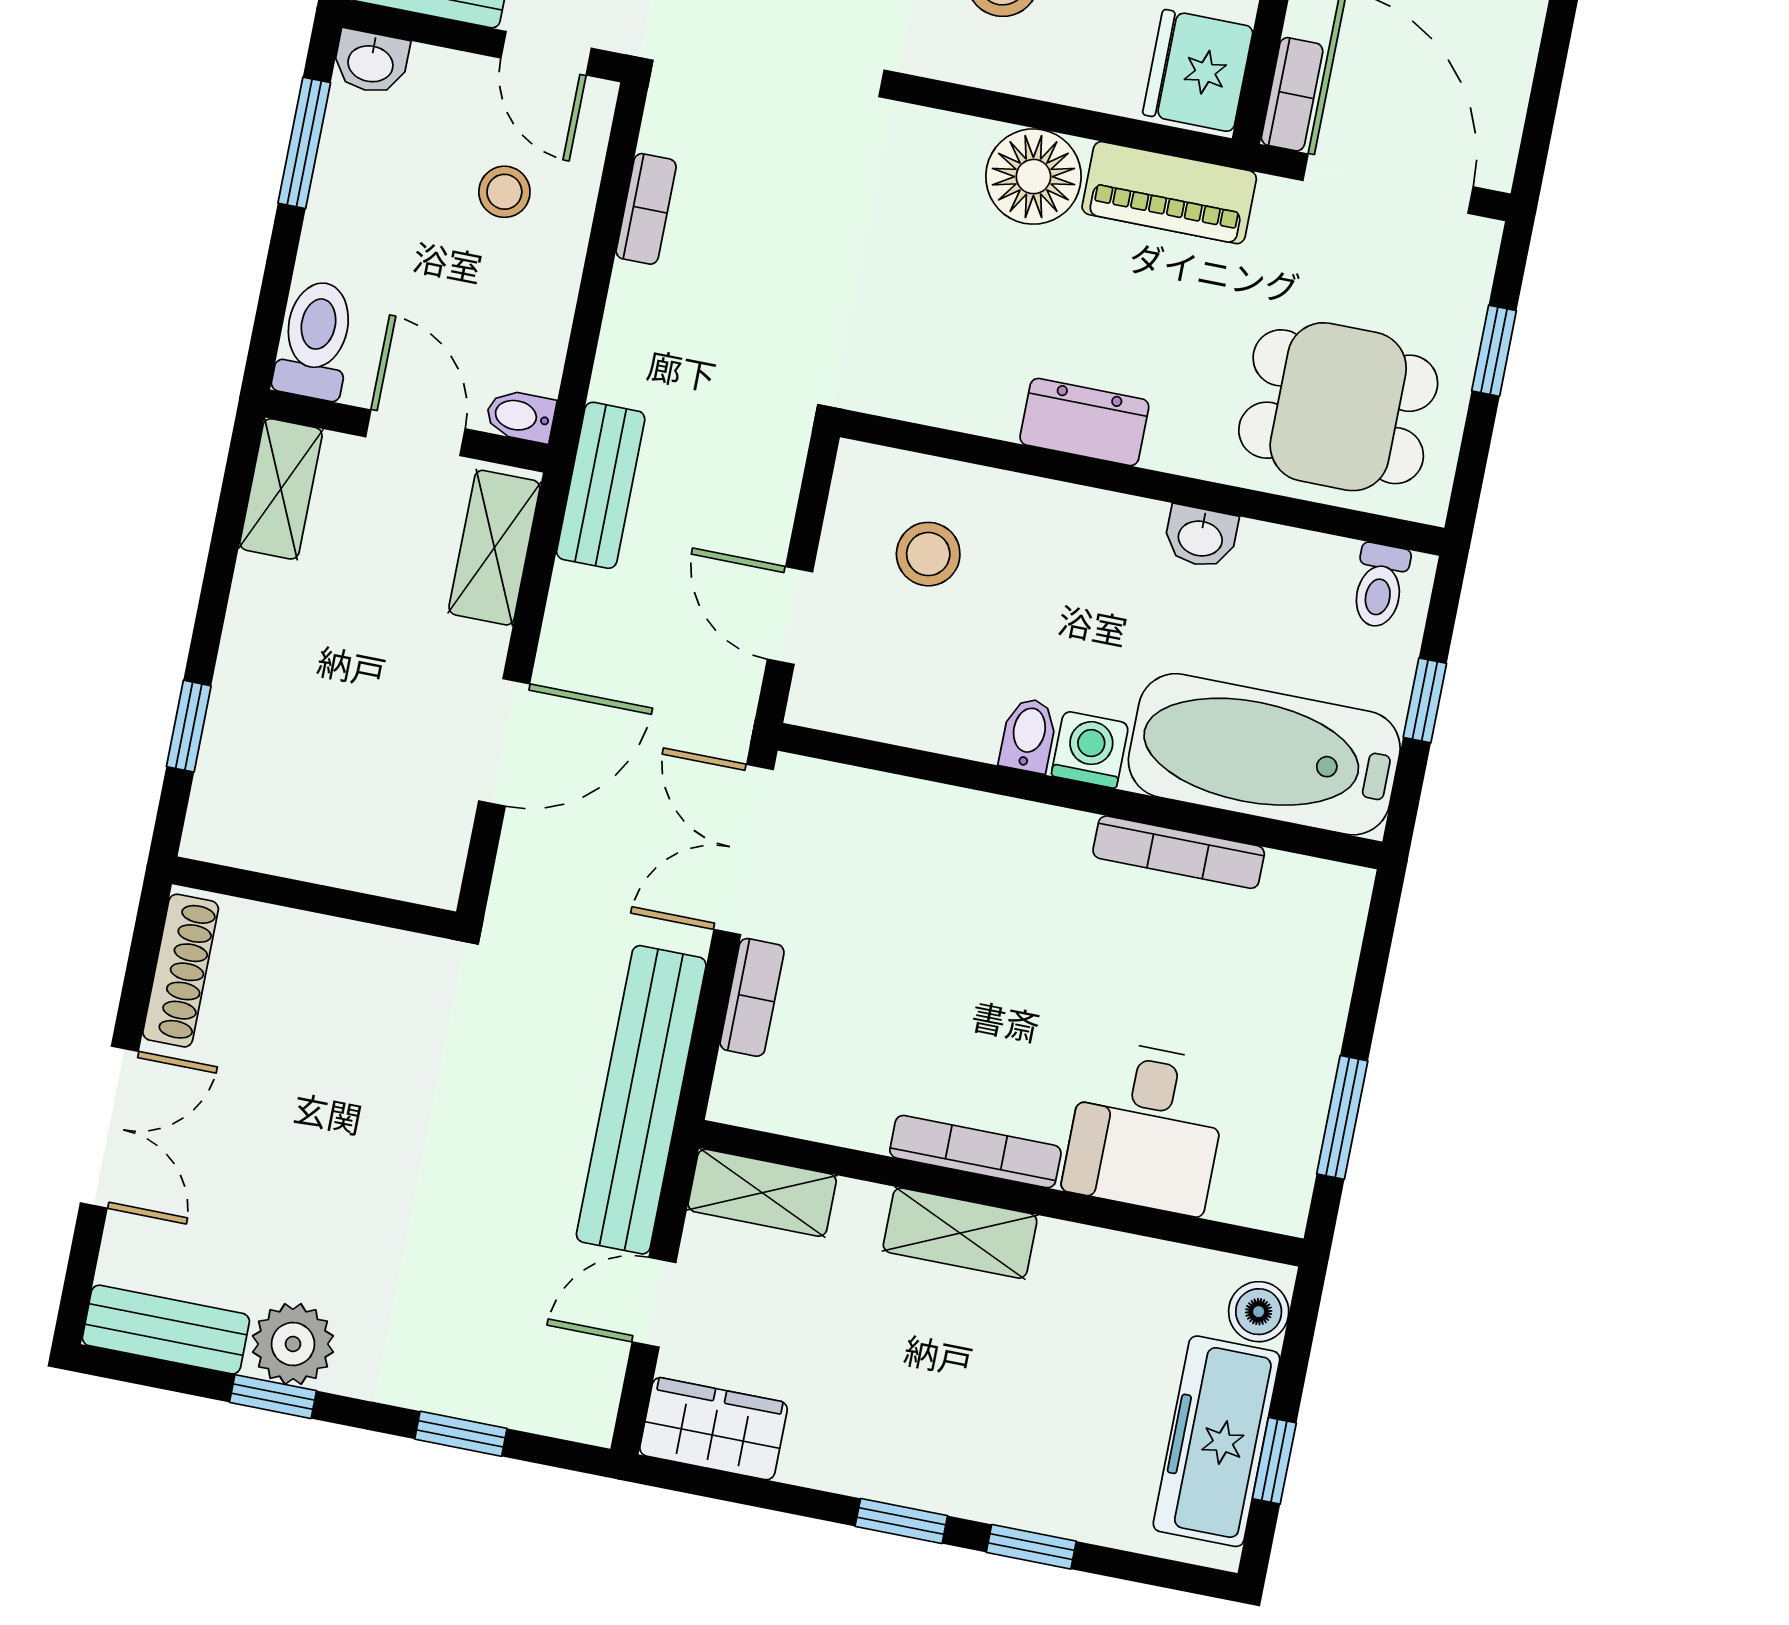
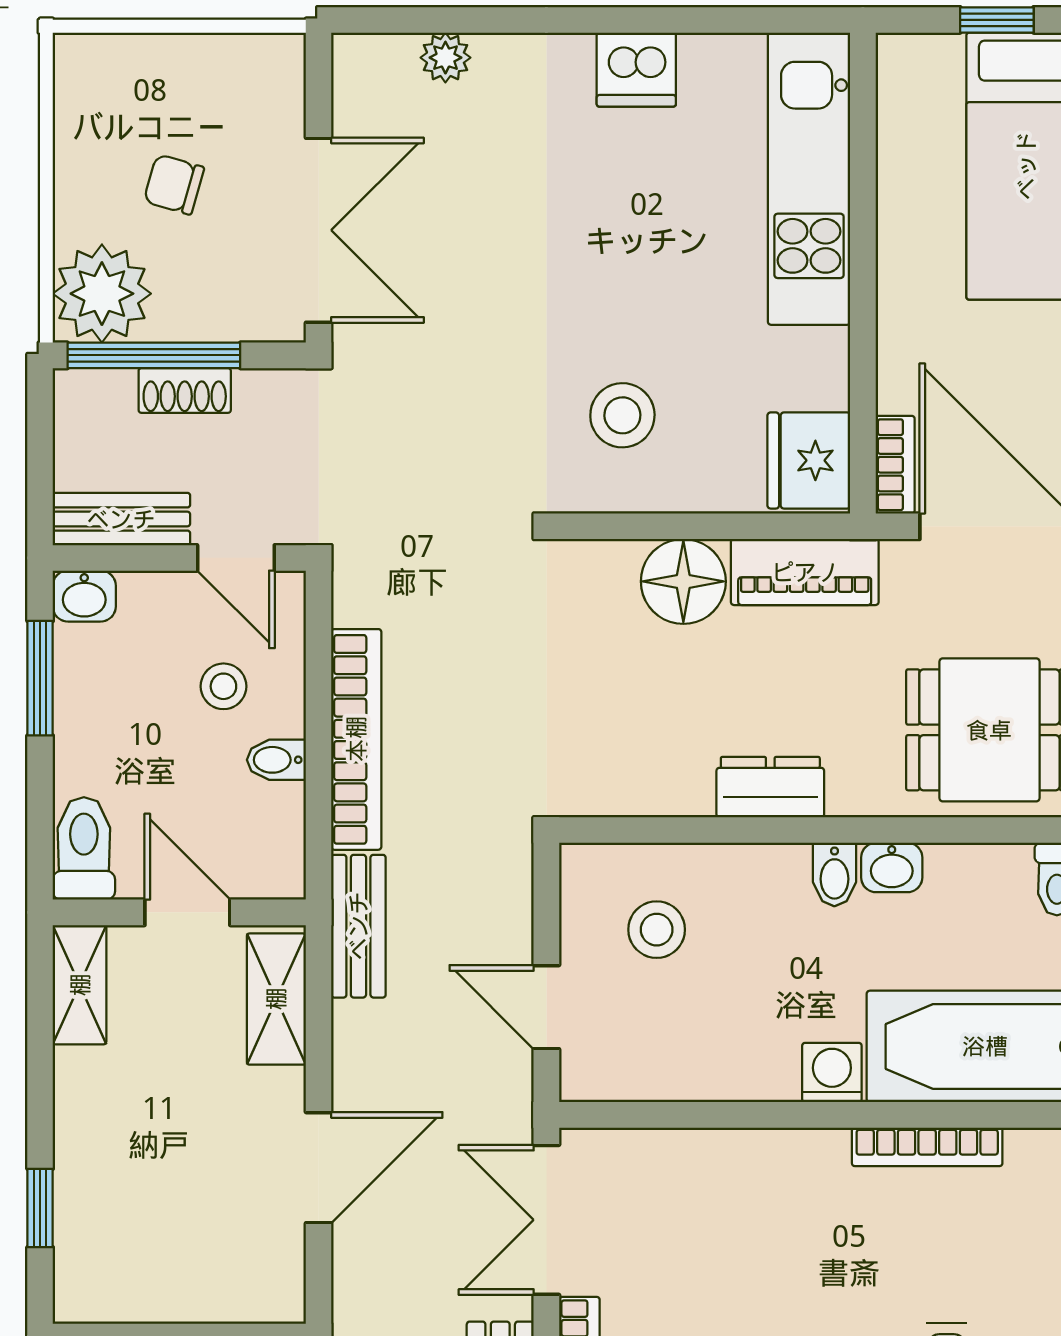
bookcase: (646, 209) -> (356, 739), width x2.31, depth x1.31
bidet: (520, 416) -> (276, 760), moved
bidet: (1028, 735) -> (834, 875), moved, turned 180

